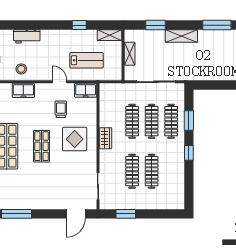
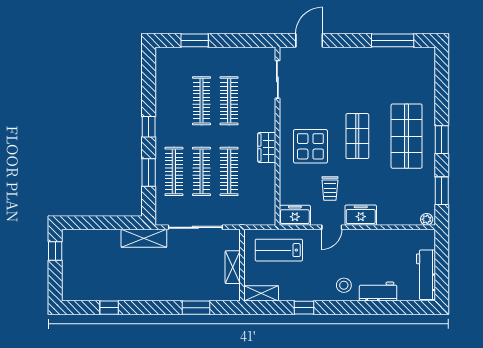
window: (217, 25) -> (109, 308), width x0.46
shelving: (181, 36) -> (144, 238), moved
lab bench: (86, 60) -> (279, 250), moved
stool: (21, 69) -> (344, 285), moved
door: (60, 82) -> (332, 227), hinge flipped
freezer: (23, 90) -> (361, 215), moved
window: (126, 214) -> (195, 40), moved

